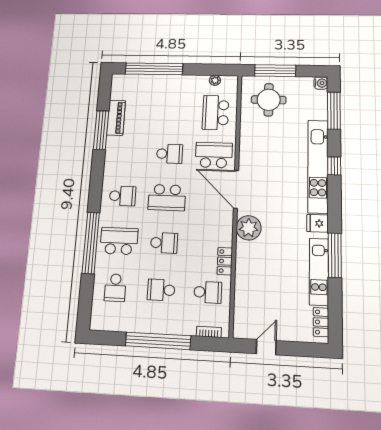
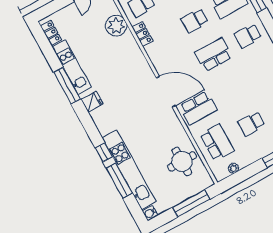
round table: (269, 100) -> (182, 161), moved
window: (334, 111) -> (119, 180), moved
school desk: (170, 154) -> (251, 124), moved
kitchen unit: (318, 166) -> (129, 170), moved
plant: (249, 228) -> (116, 26), moved

